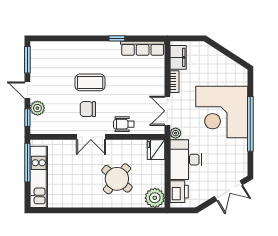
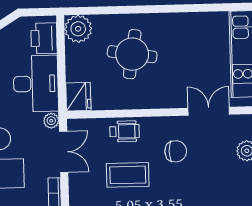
coffee table: (90, 82) -> (128, 175), moved
double door: (91, 137) -> (209, 111), moved
round table: (117, 179) -> (132, 54), turned -31

